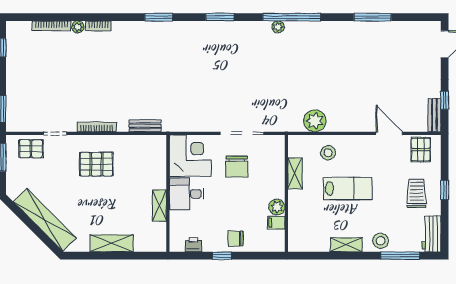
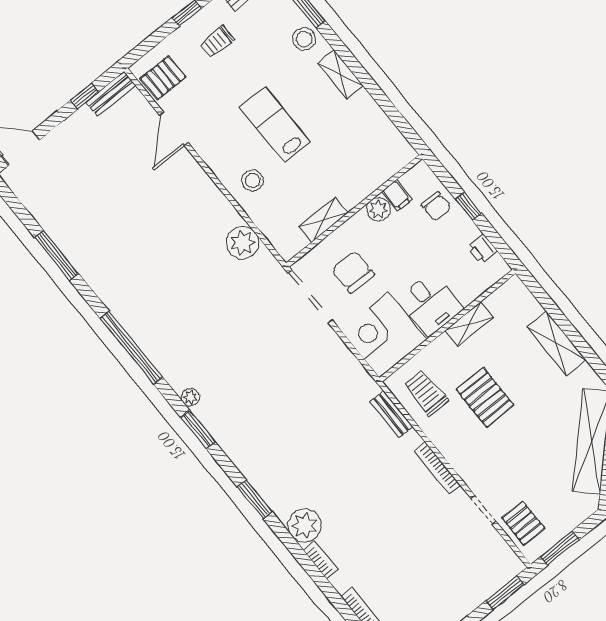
plant: (78, 27) -> (305, 526), moved, width x1.88, depth x1.88
plant: (278, 27) -> (190, 397), moved
plant: (315, 121) -> (242, 243), moved
trolley: (142, 153) -> (426, 393), added
pallet: (96, 164) -> (485, 397), moved
chair: (237, 167) -> (353, 272), turned -90
shelving: (295, 173) -> (323, 220), moved
wall: (286, 193) -> (354, 211), moved
trolley: (416, 194) -> (217, 42), width x0.73, depth x0.72
plant: (277, 207) -> (378, 209), moved
filing cabinet: (276, 223) -> (397, 195), moved

